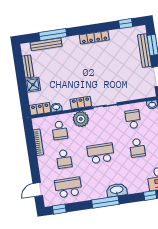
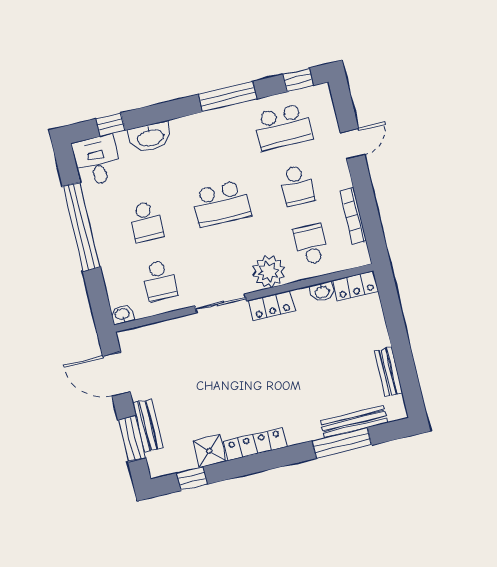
bench: (144, 51) -> (148, 426), width x0.73
shower: (33, 85) -> (209, 451), moved
school desk: (137, 148) -> (146, 222), turned 180
school desk: (64, 159) -> (297, 186), turned 180
door: (38, 189) -> (353, 144), moved
washbasin: (117, 190) -> (150, 137), moved
window: (105, 202) -> (228, 97), moved

